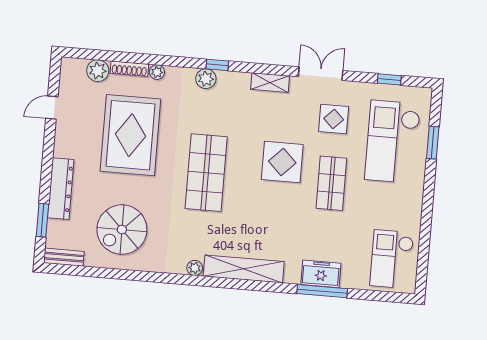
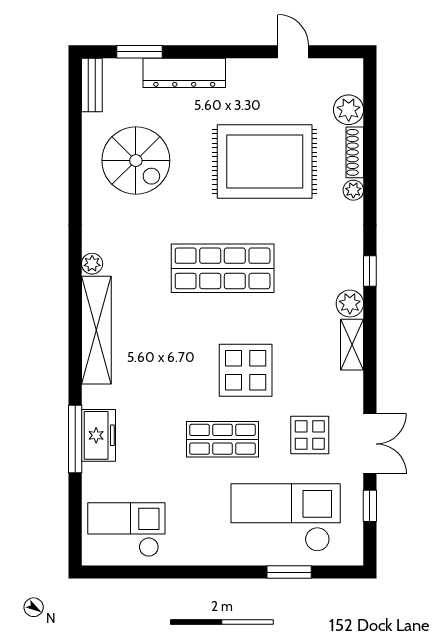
double door: (321, 74) -> (370, 444), moved
plant: (206, 79) -> (350, 304), moved
spiral stairs: (122, 230) -> (136, 161), turned 180

